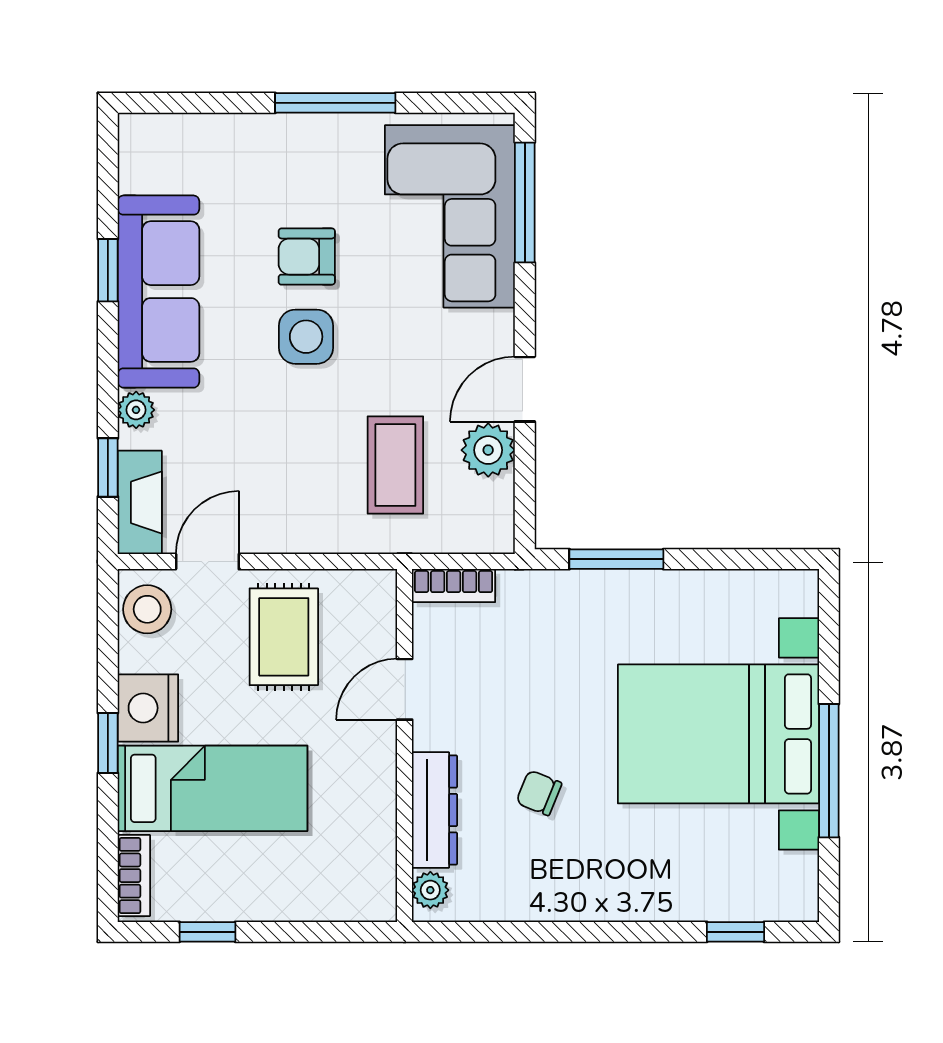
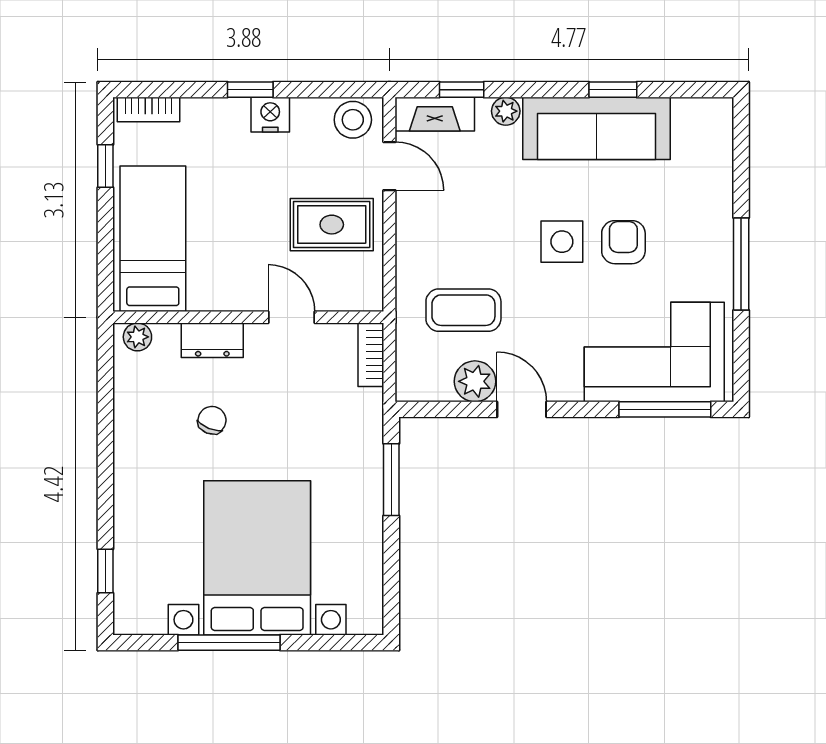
nightstand: (148, 708) -> (270, 115), width x0.74, depth x0.75
bed: (213, 788) -> (153, 239), moved, turned 180
dresser: (435, 810) -> (212, 340), width x0.70

